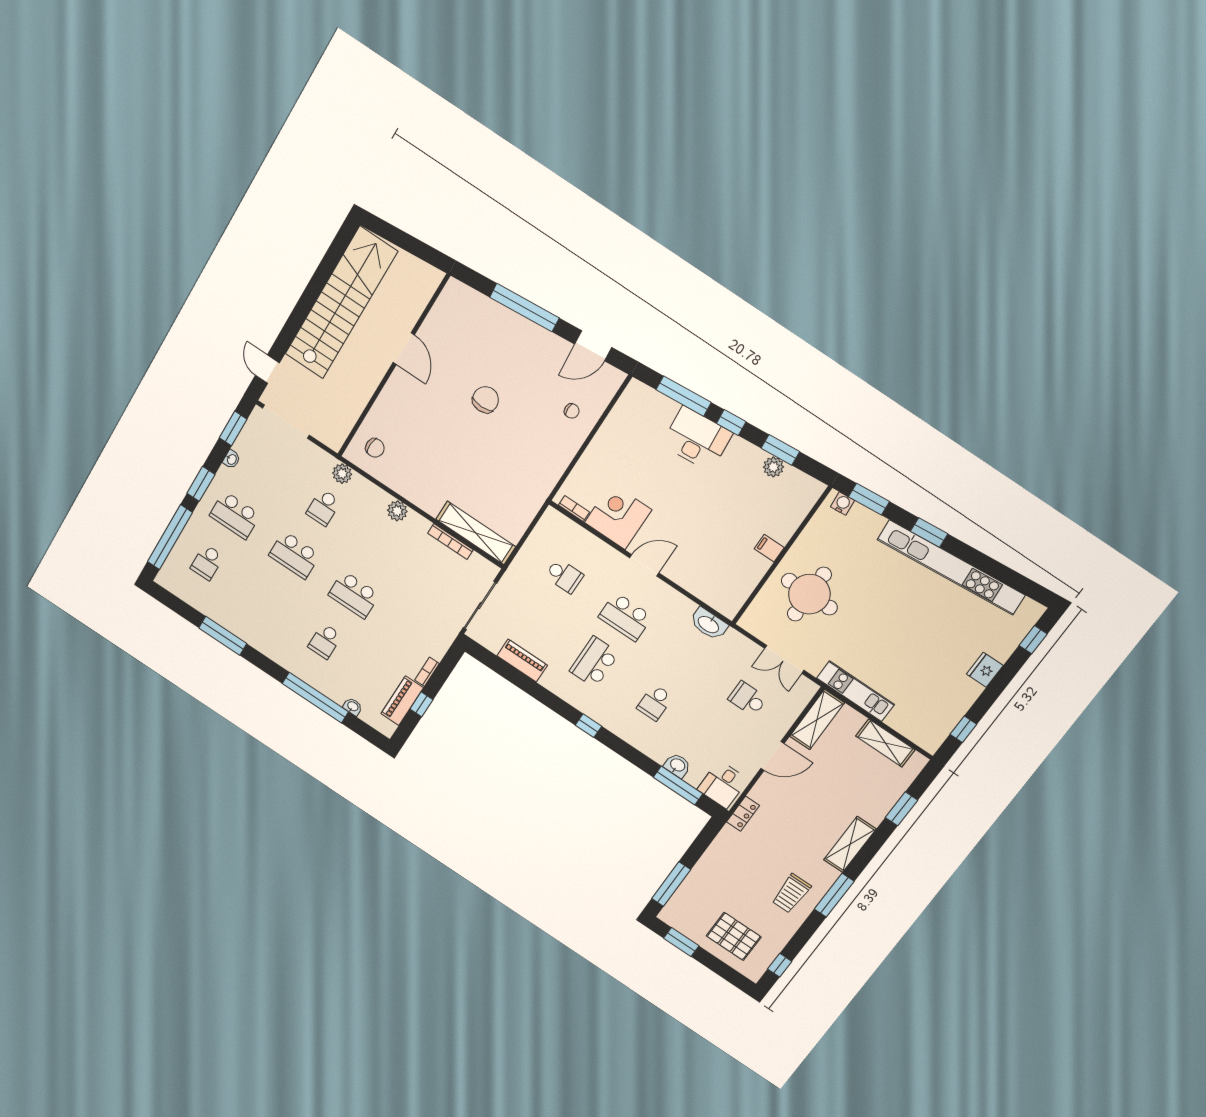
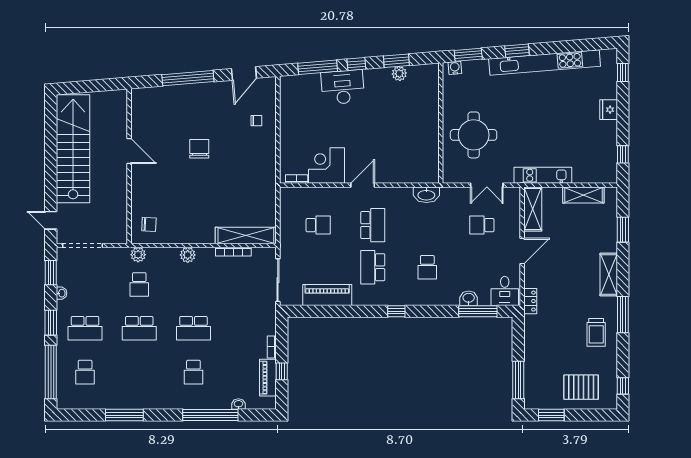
filing cabinet: (769, 548) -> (430, 123), removed
school desk: (625, 617) -> (373, 225), turned -90
piano: (522, 660) -> (327, 295), width x1.37, depth x1.33

